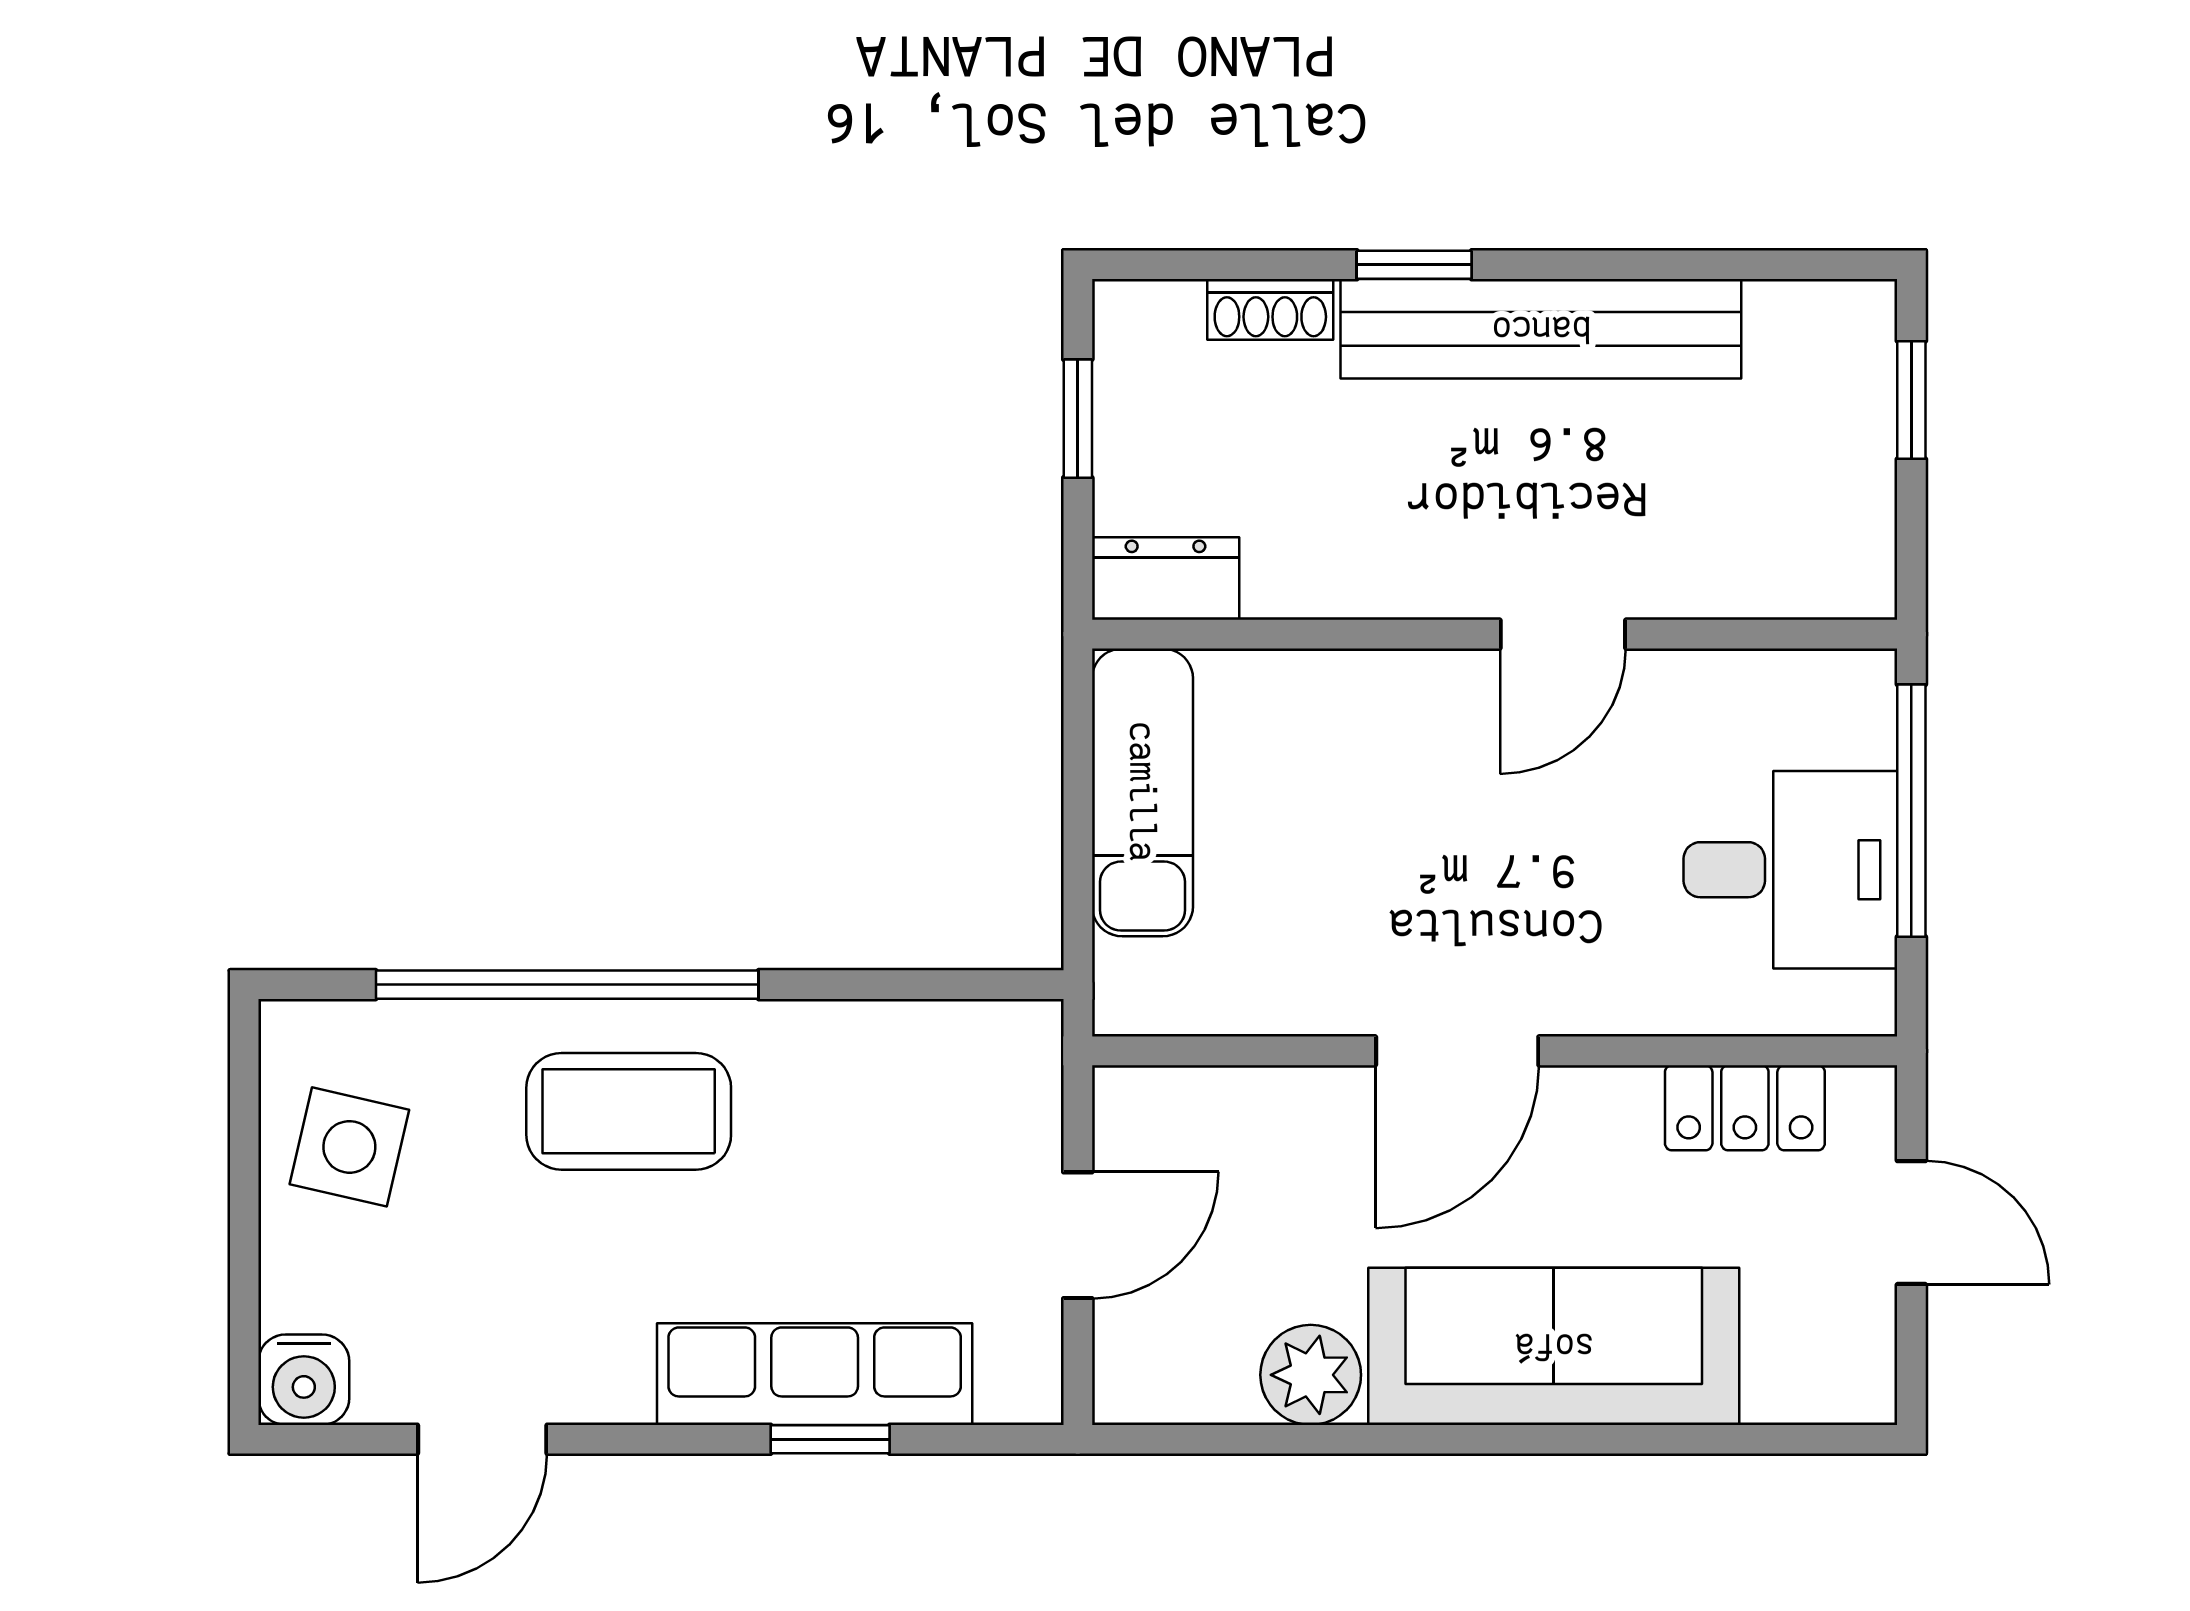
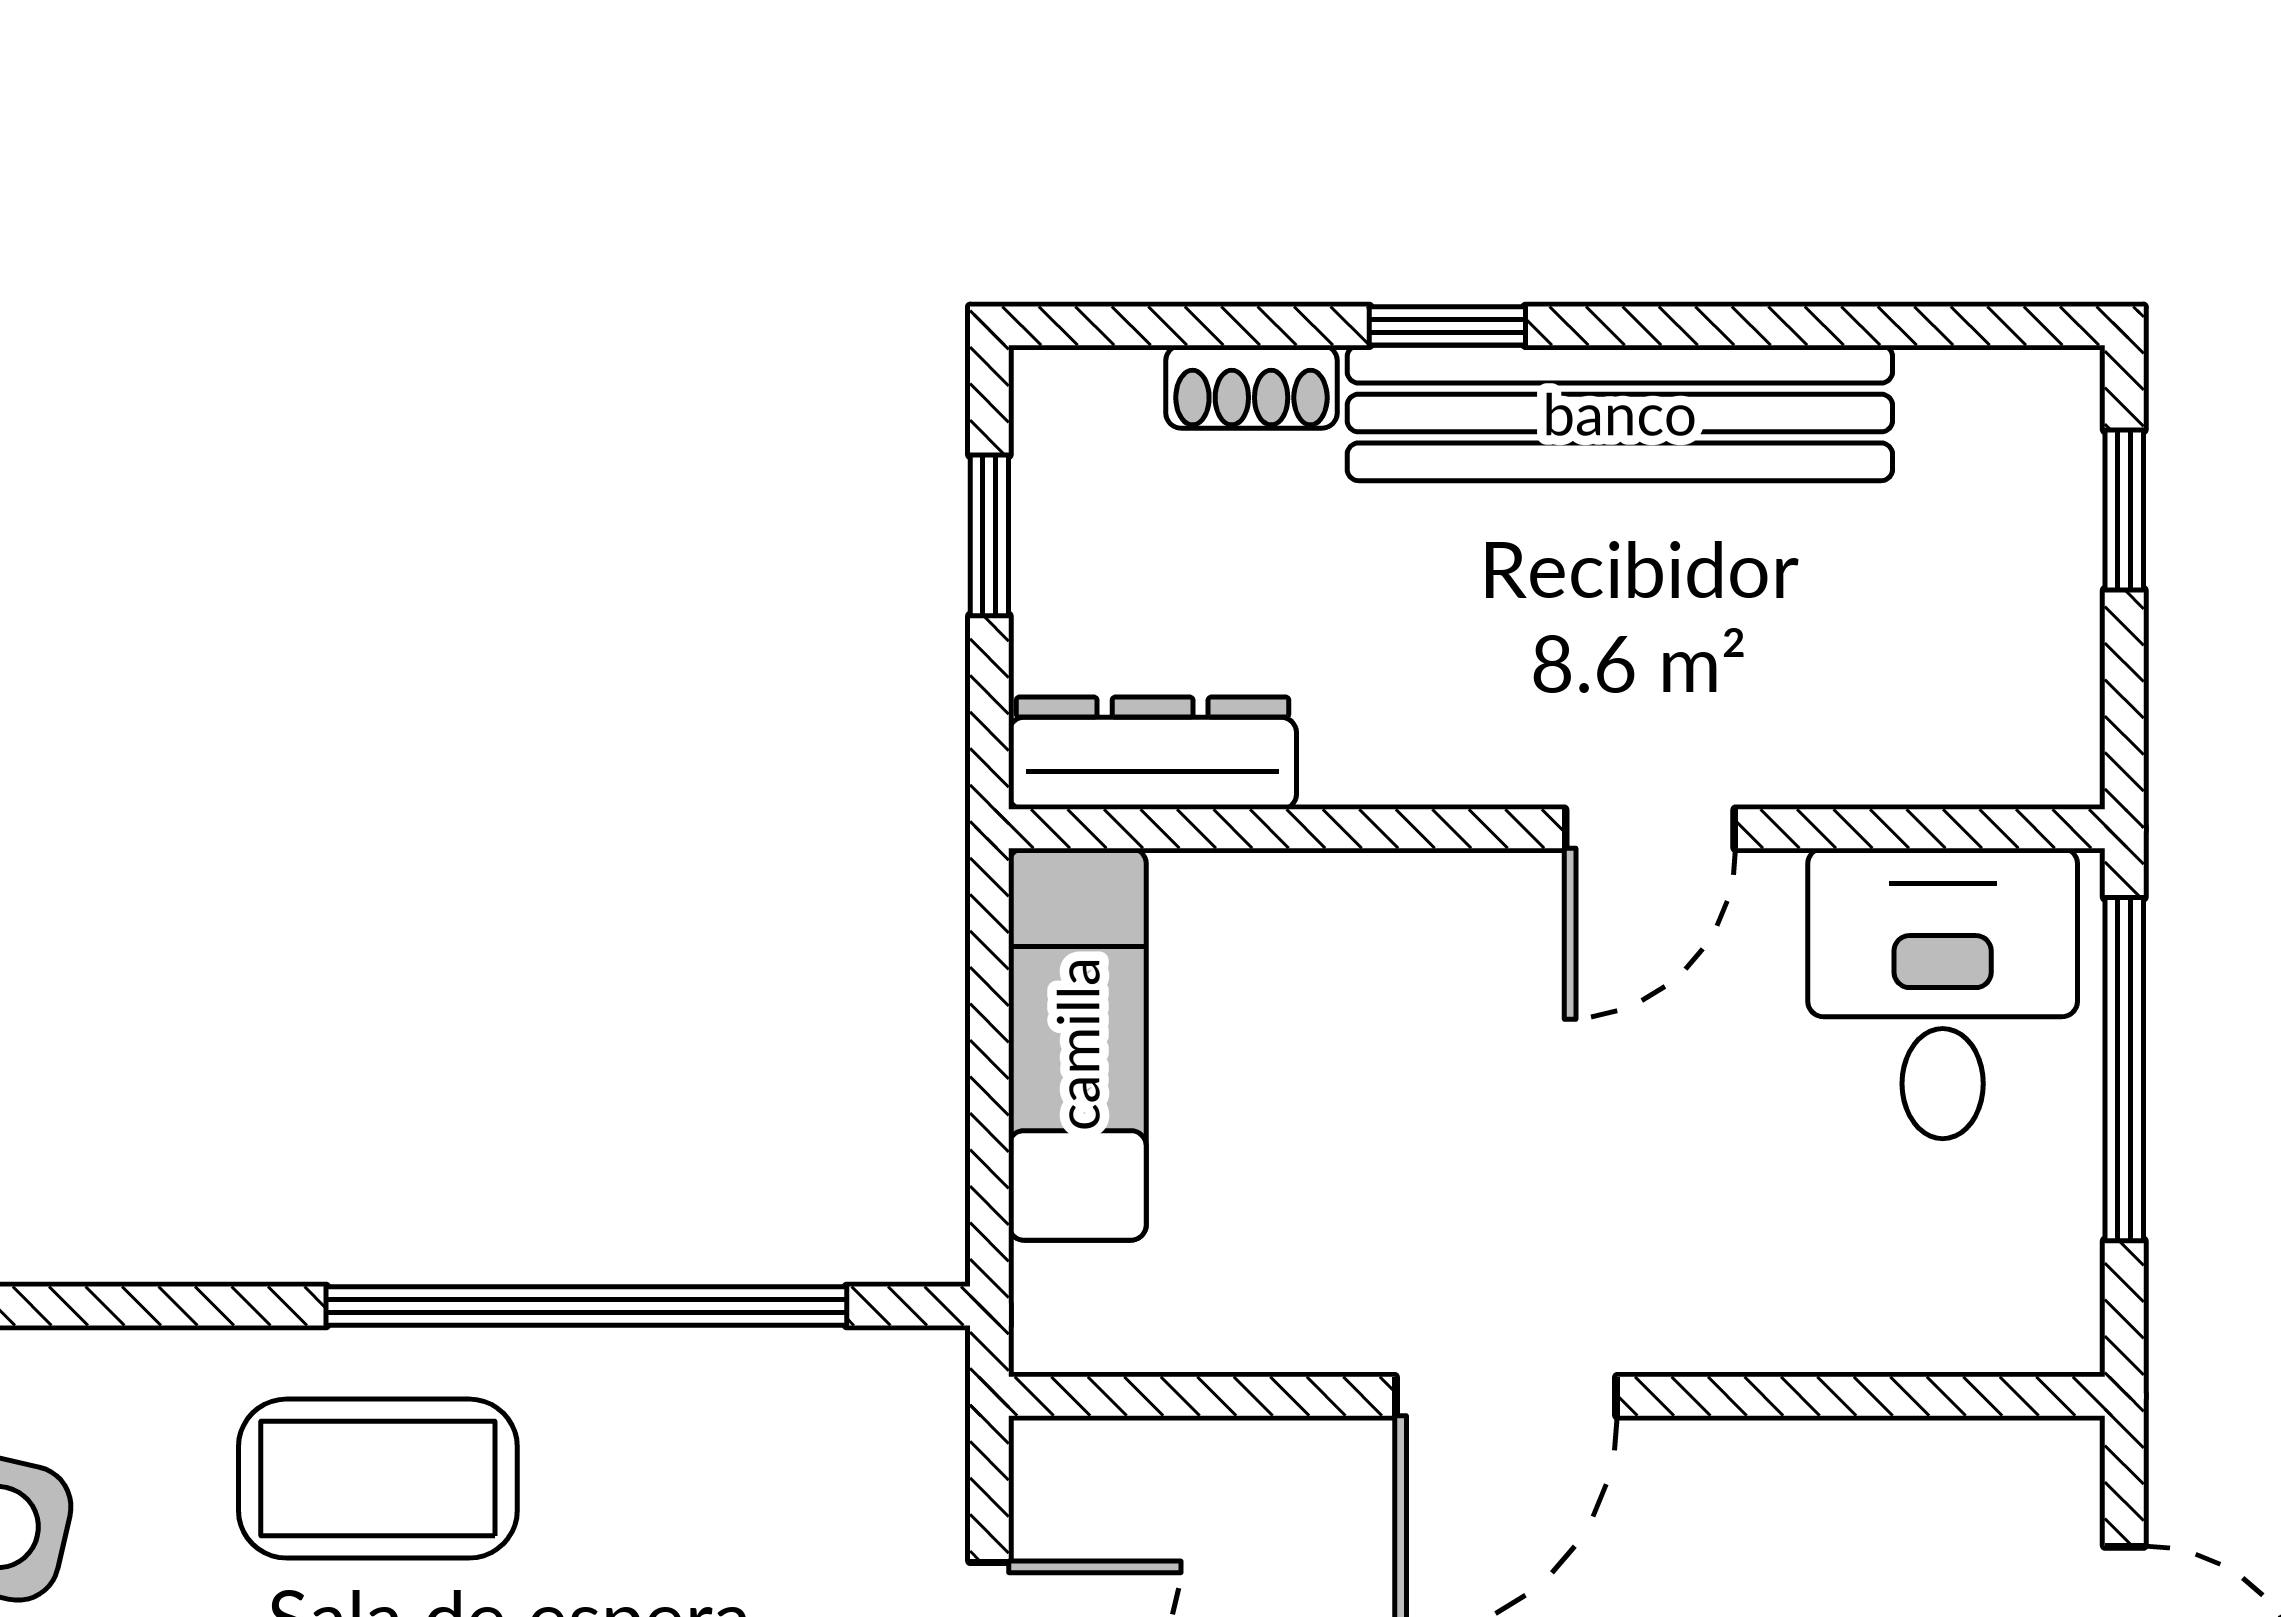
dresser: (1166, 579) -> (1153, 753), width x1.44
desk: (1790, 870) -> (1943, 994), moved, turned -90
window: (567, 985) -> (586, 1306), moved
locker: (1745, 1108) -> (1898, 1474), removed

